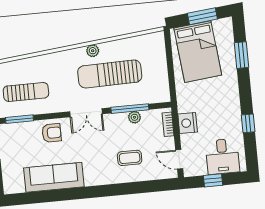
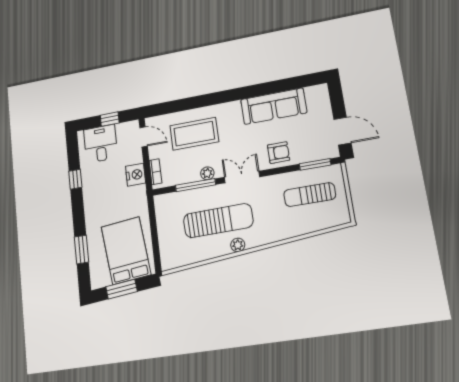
plant: (134, 117) -> (207, 173), moved
armchair: (52, 133) -> (279, 153), turned 180
coffee table: (130, 158) -> (194, 134), width x1.86, depth x1.72

